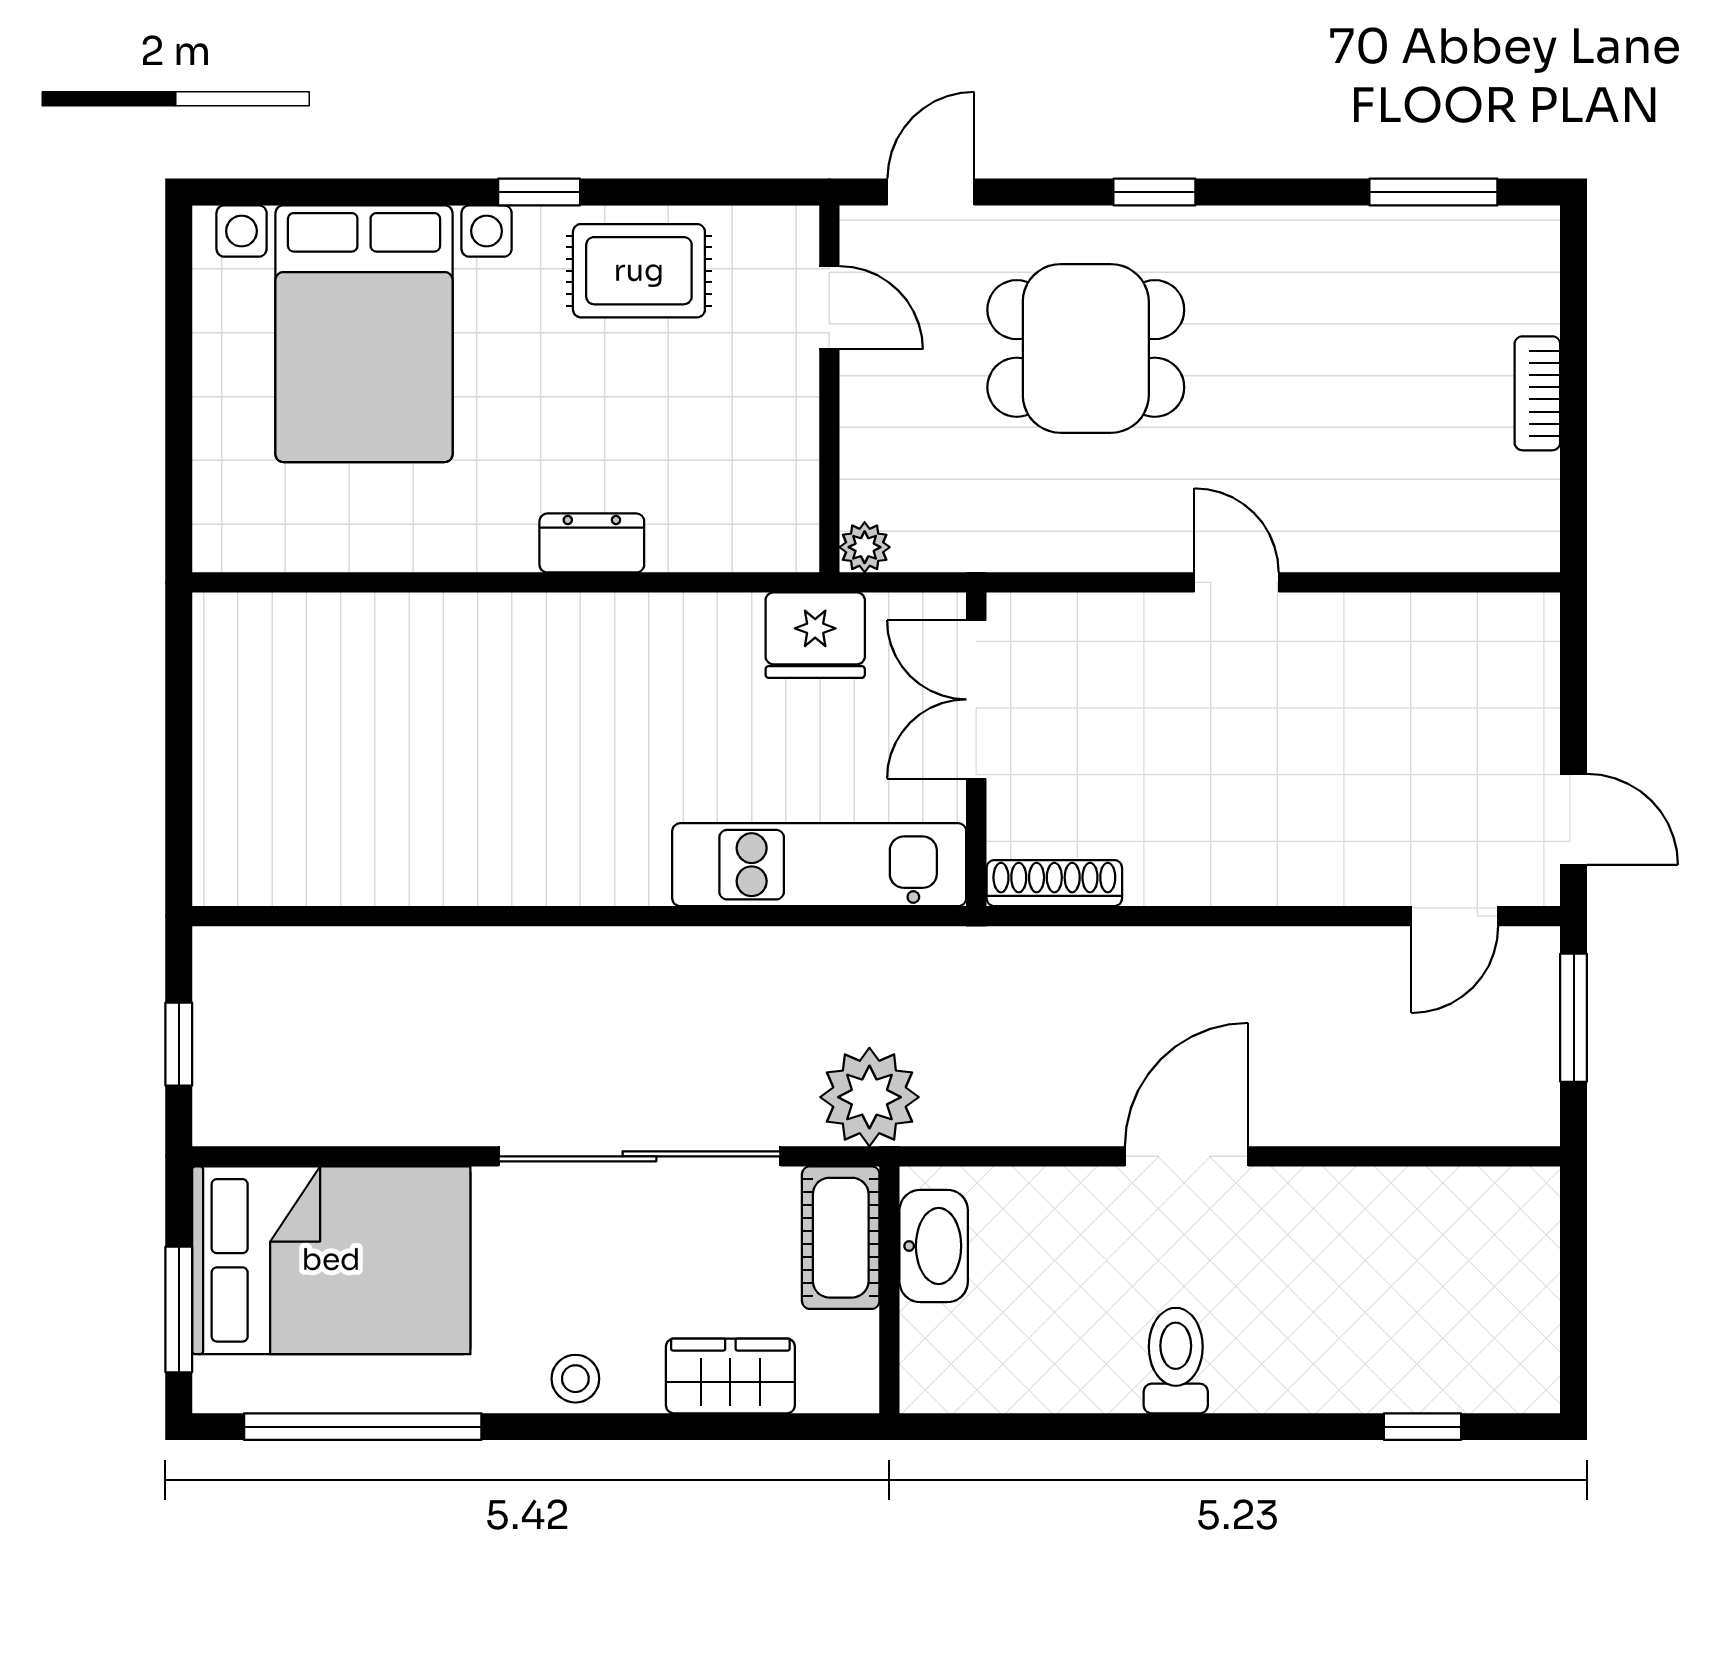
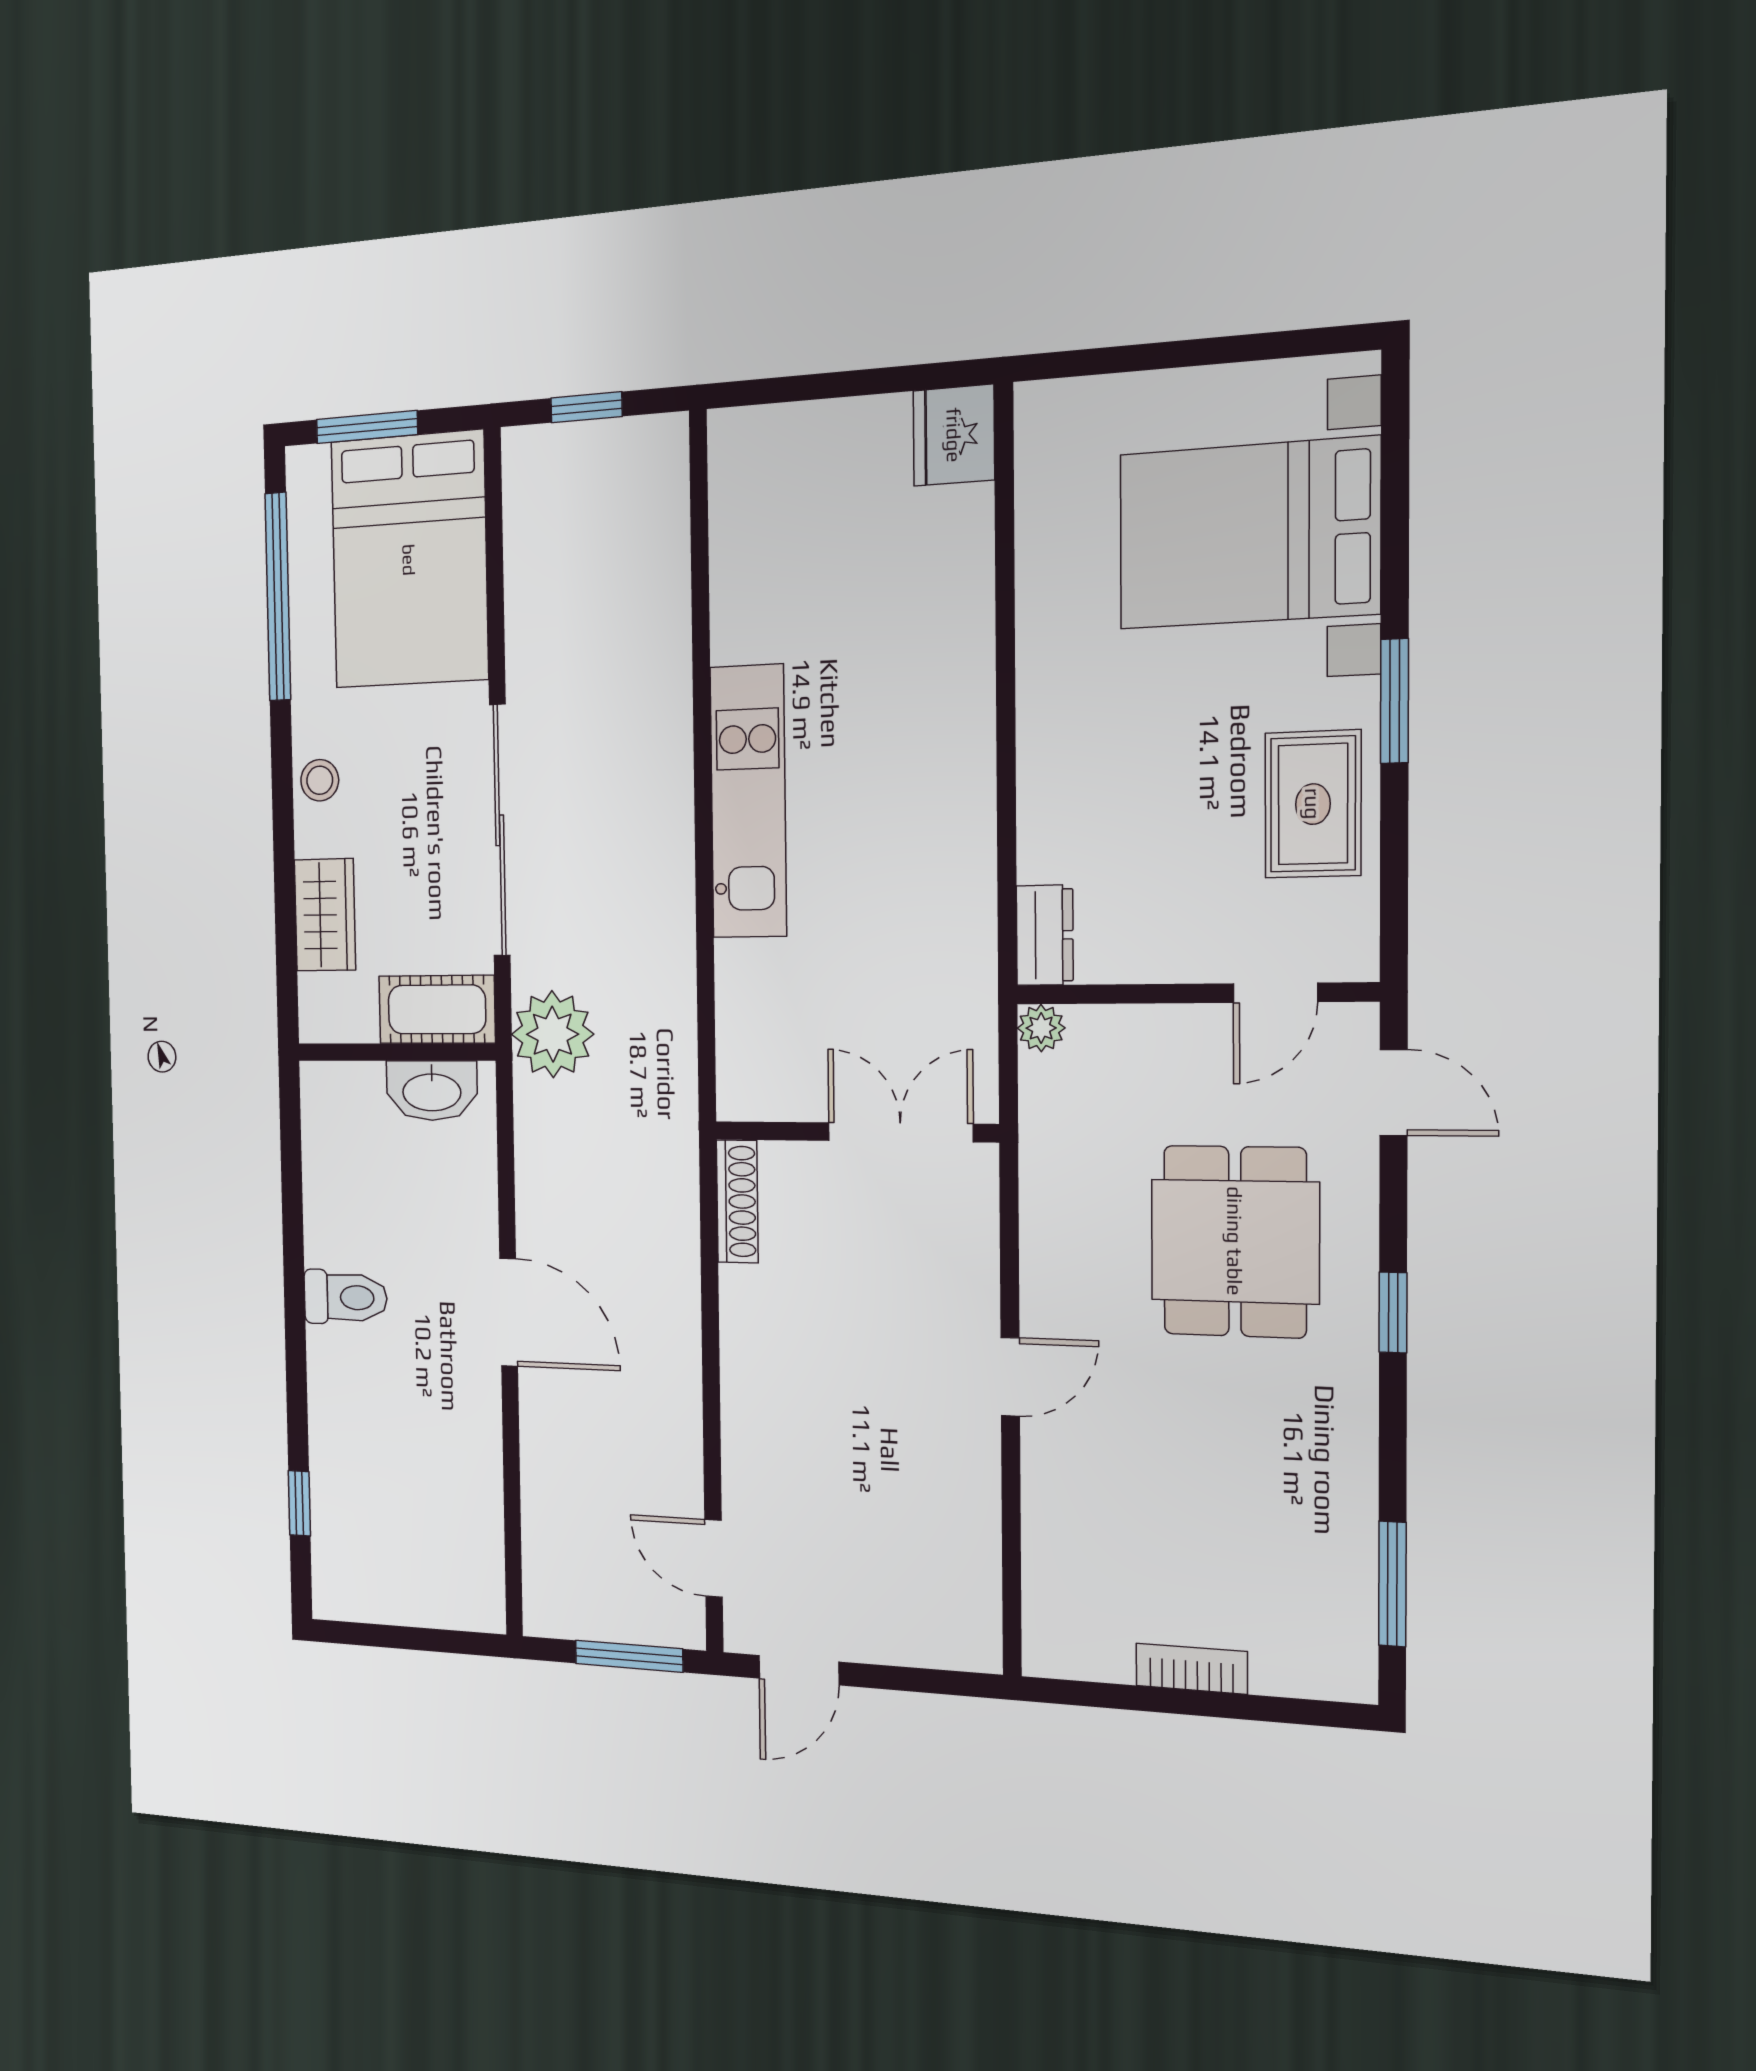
window: (539, 192) -> (1395, 701), width x1.50
dresser: (592, 543) -> (1045, 935), moved
fridge: (815, 635) -> (954, 435), moved
kitchen unit: (819, 865) -> (748, 802), moved

